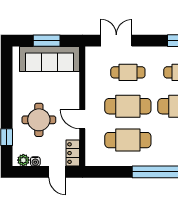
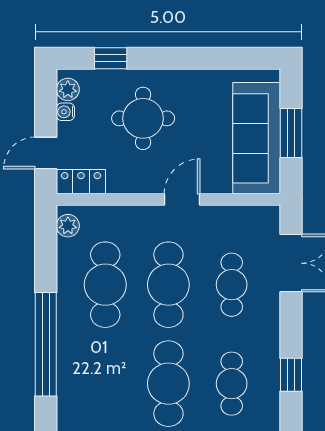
door: (82, 119) -> (182, 200), moved
plant: (96, 160) -> (68, 226), added

